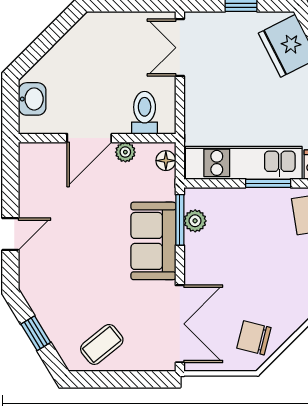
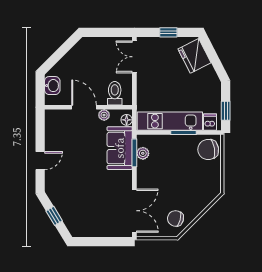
door: (89, 138) -> (84, 107), swing flipped
sofa: (153, 241) -> (120, 148), moved
coffee table: (102, 344) -> (91, 222), removed

